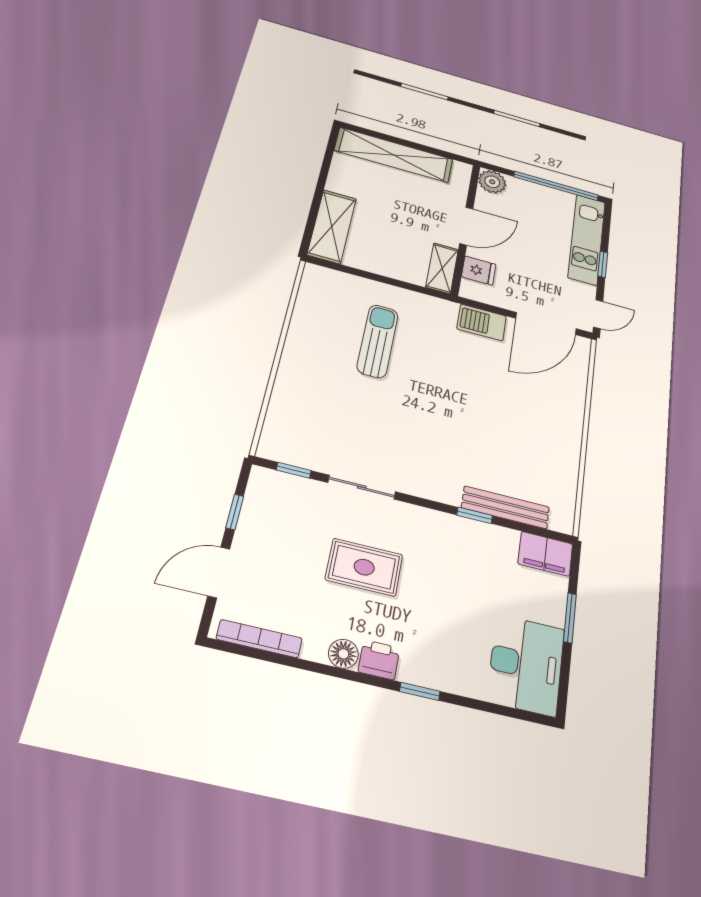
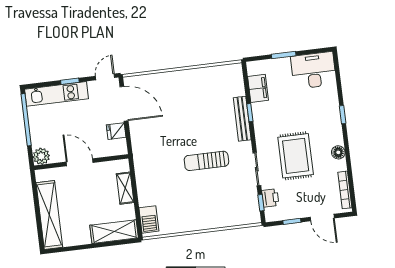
shelving: (442, 268) -> (125, 188), moved, turned 90
fridge: (479, 271) -> (116, 131), moved, turned -90
door: (598, 314) -> (105, 77), hinge flipped
barbecue: (482, 322) -> (149, 219), moved
sun lounger: (378, 341) -> (206, 161), moved
bench: (505, 507) -> (242, 119), moved
filing cabinet: (545, 554) -> (258, 88), moved
rug: (364, 567) -> (296, 156), width x1.36, depth x1.43
printer: (379, 660) -> (270, 198), moved, turned 180

